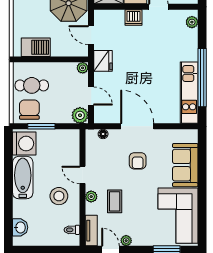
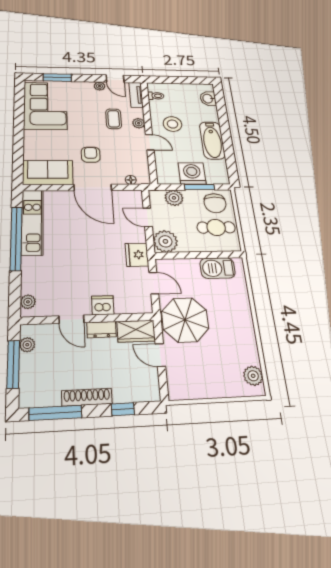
plant: (83, 68) -> (165, 241), width x1.88, depth x1.88
plant: (80, 115) -> (174, 198), moved
washing machine: (24, 144) -> (192, 173), moved, turned 90
sofa: (185, 165) -> (48, 173), moved, turned -90

